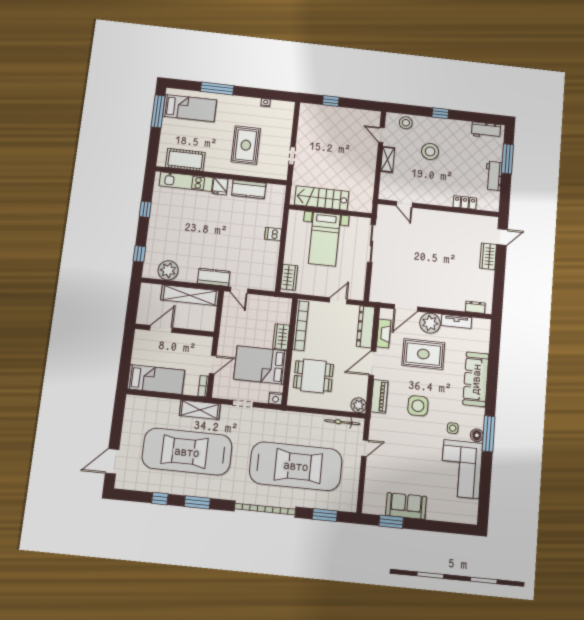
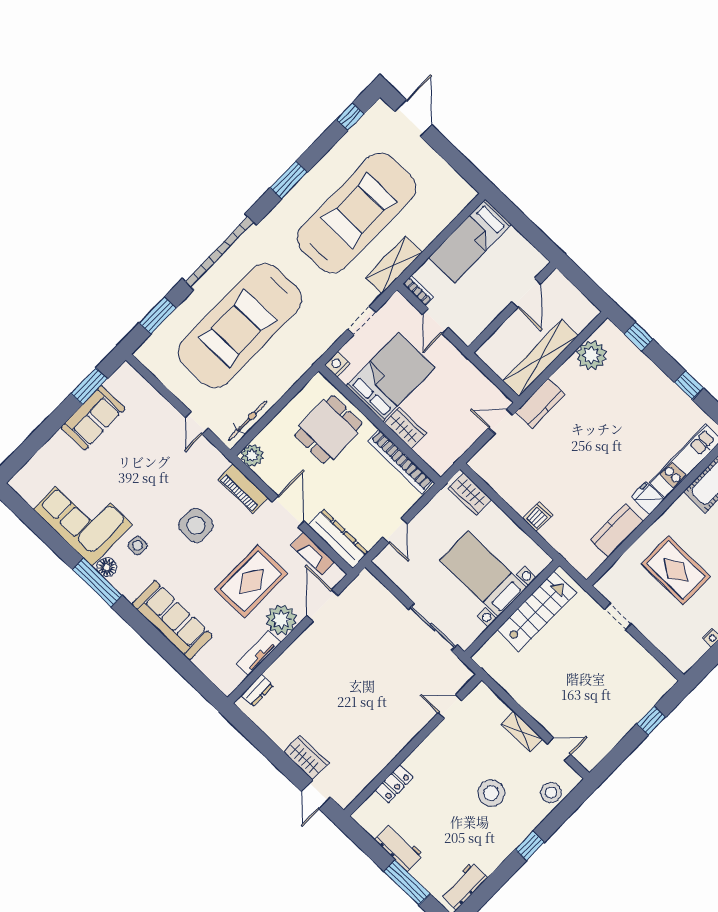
window: (160, 499) -> (350, 117), moved

